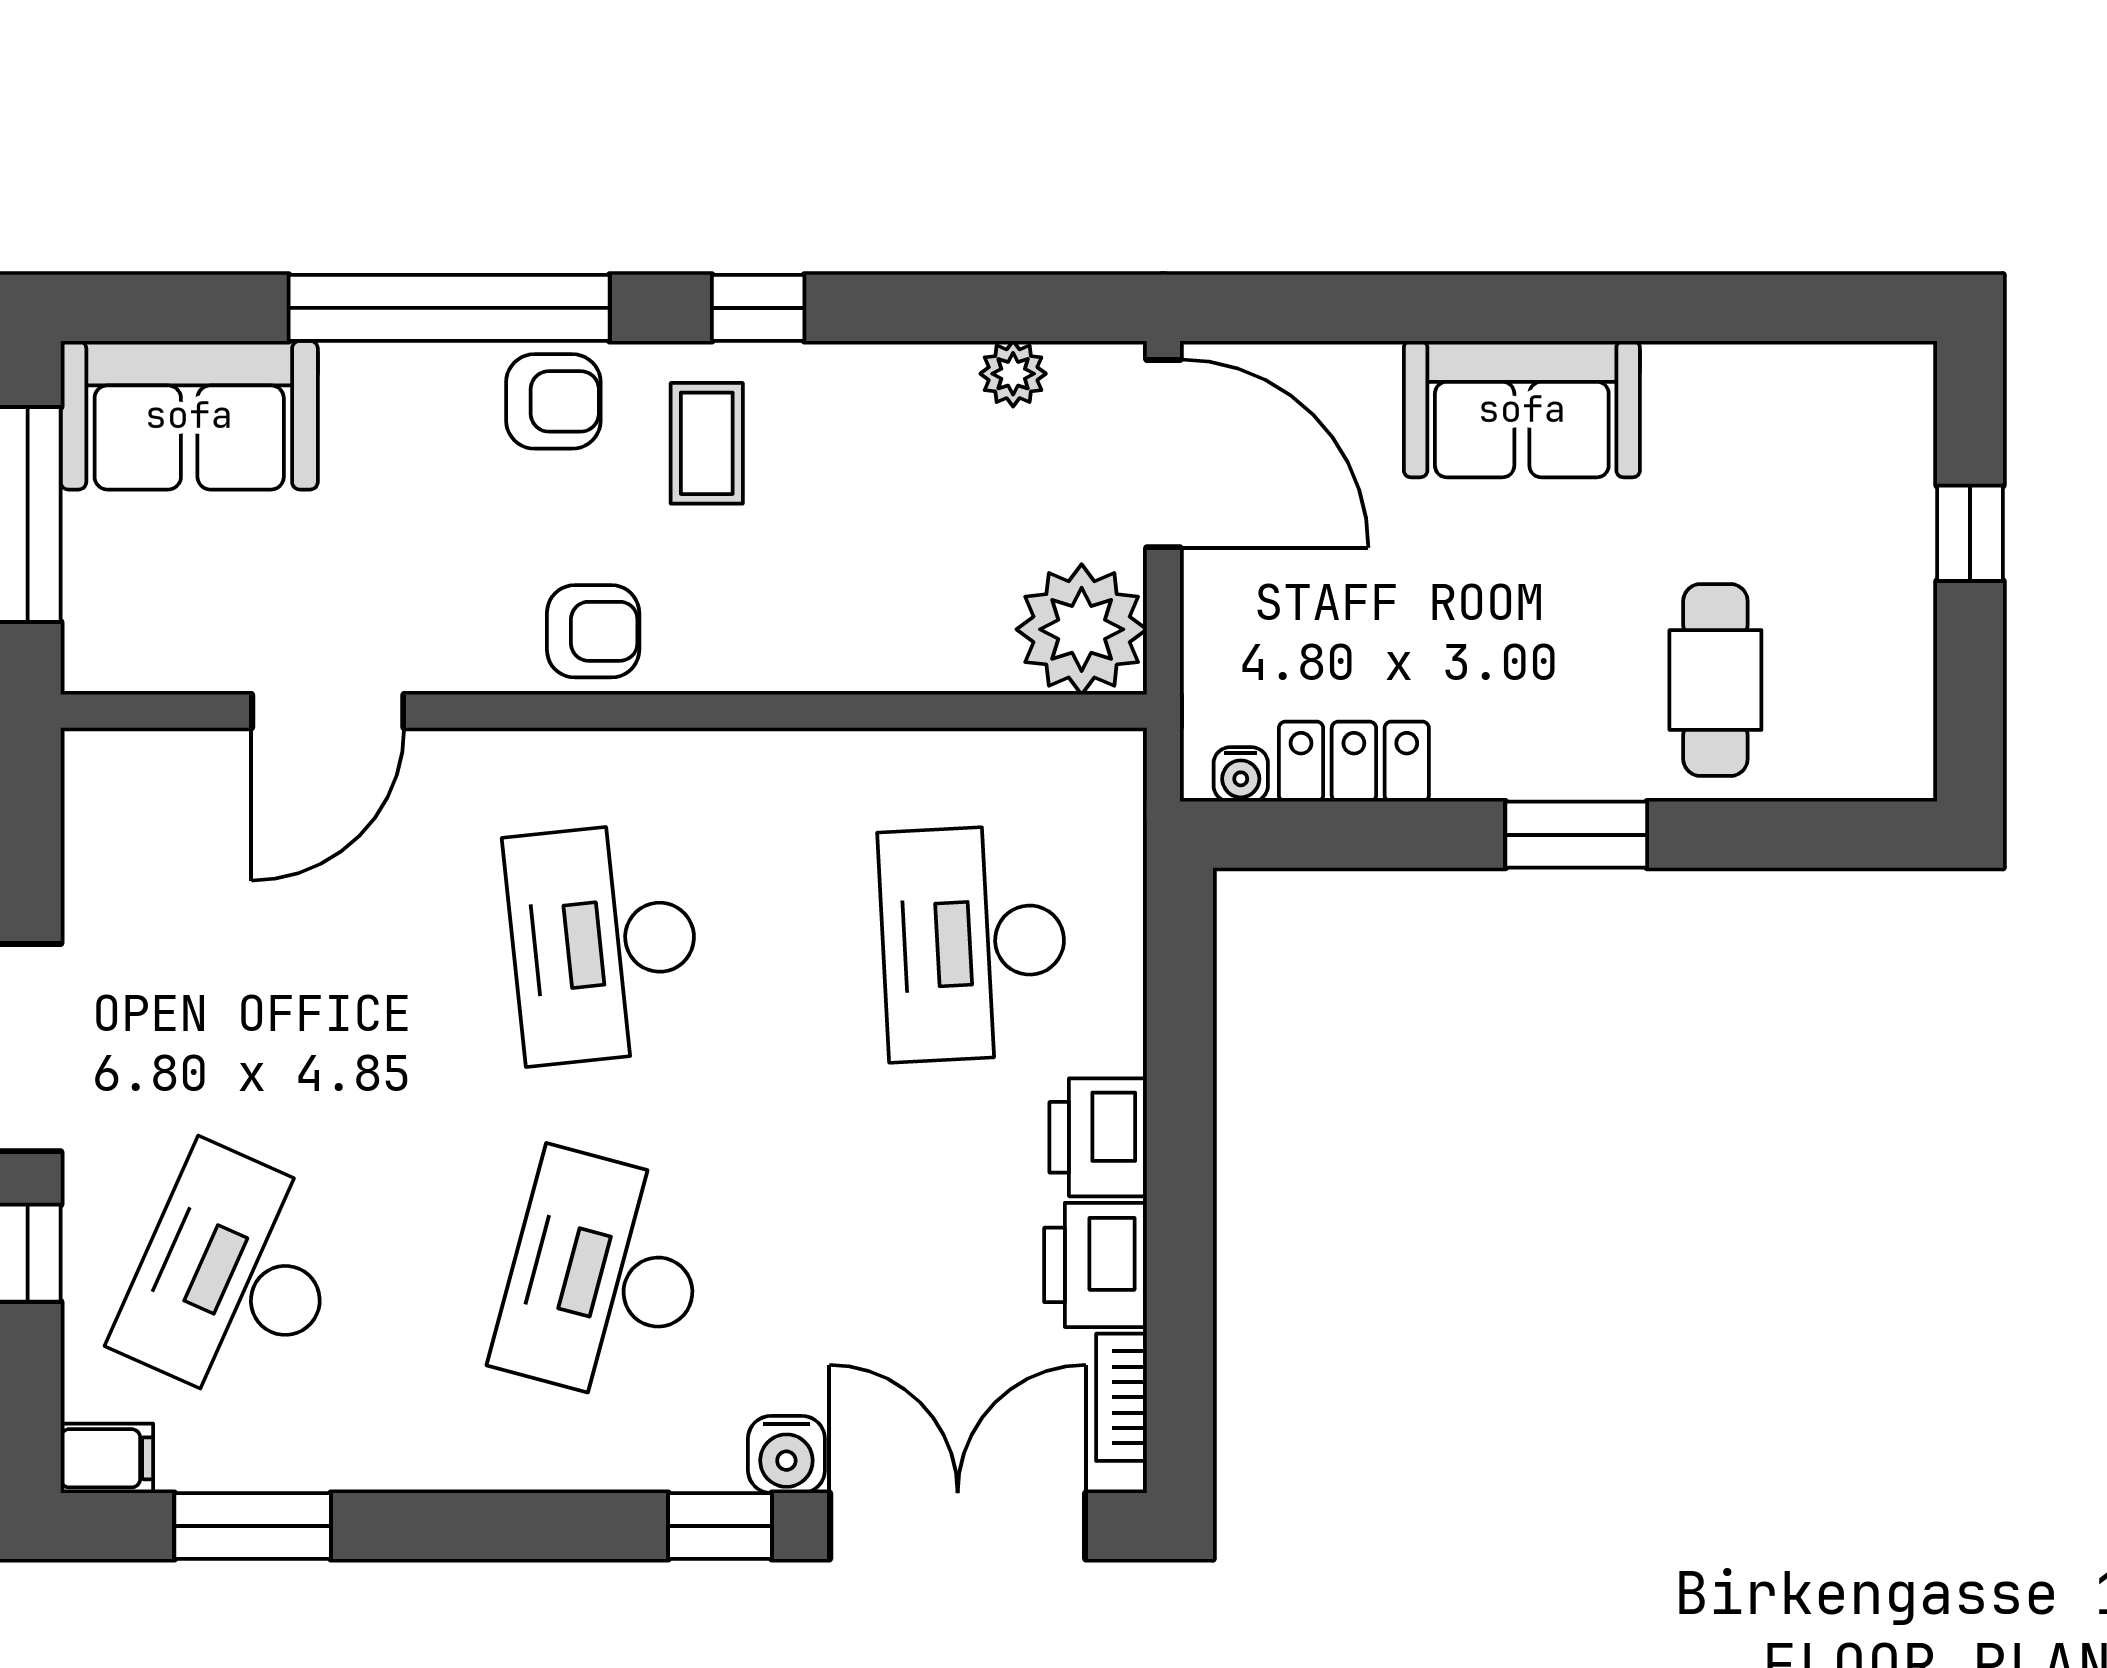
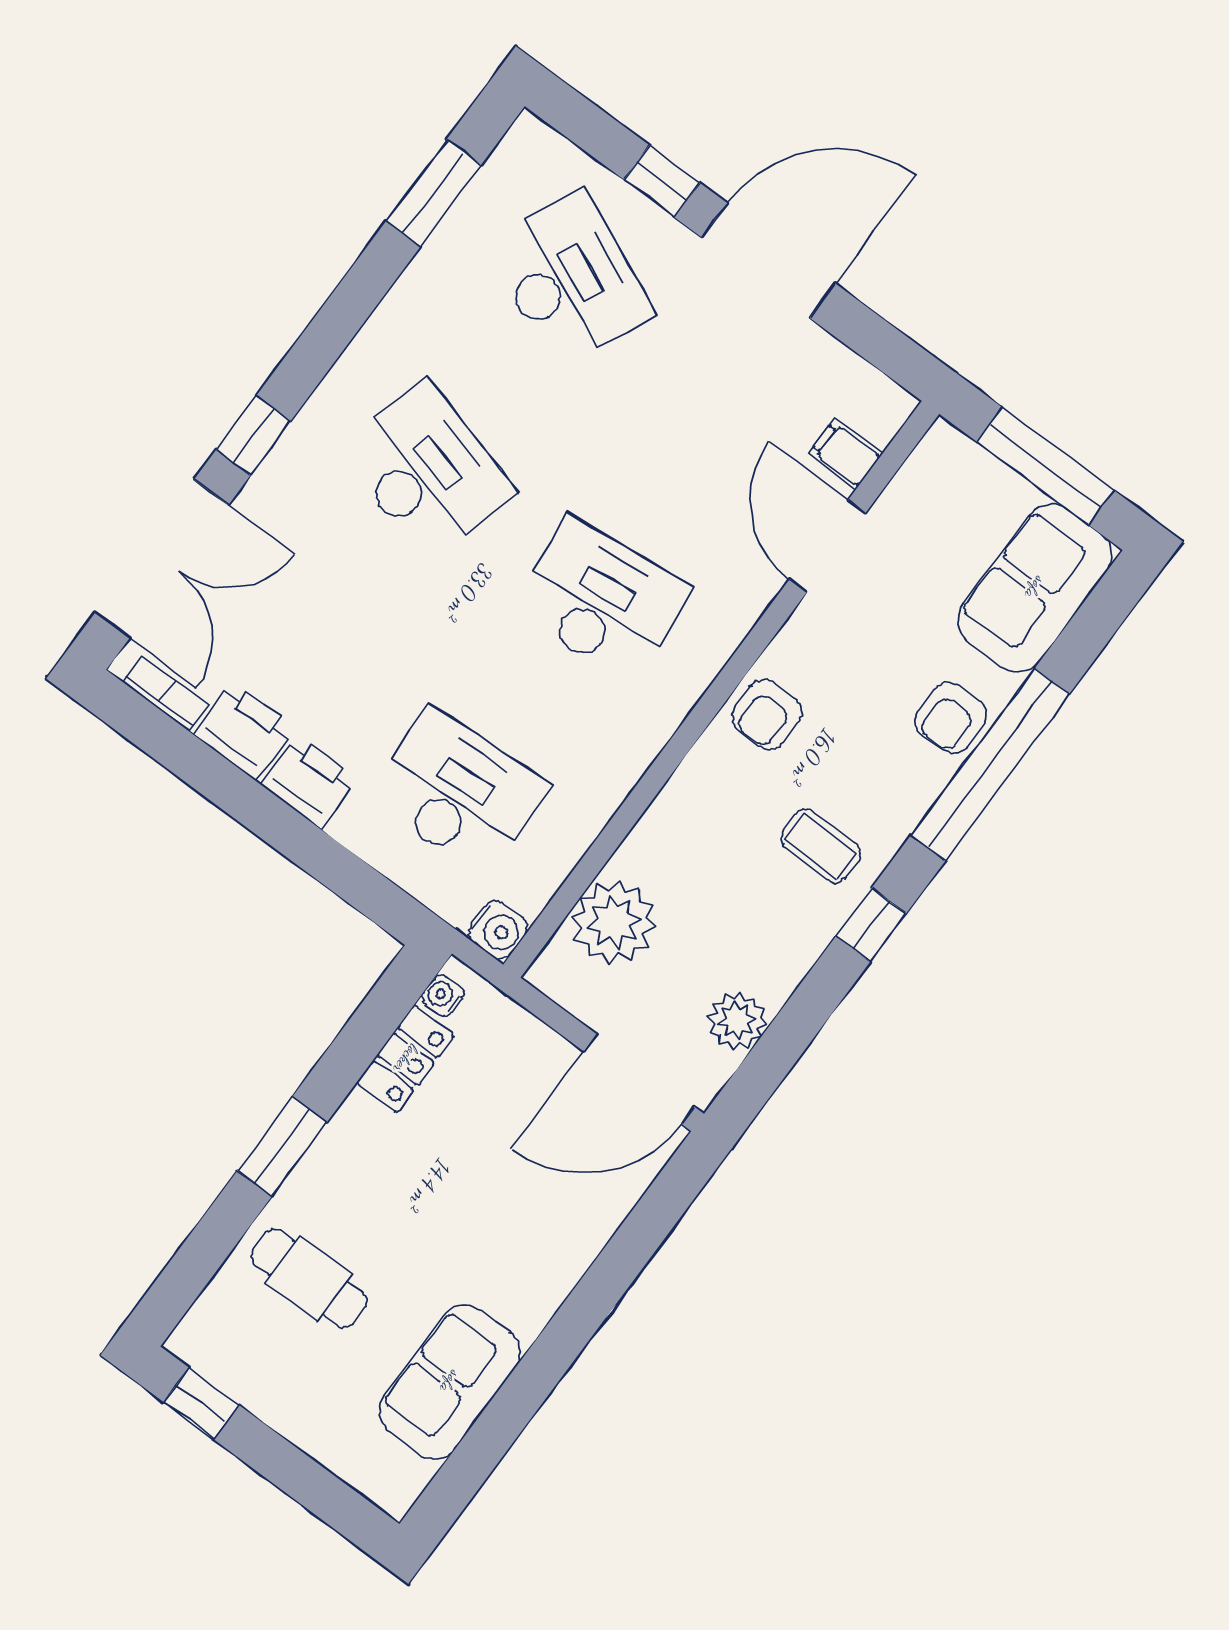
plant: (1013, 374) -> (737, 1021), width x1.38, depth x1.38
armchair: (553, 401) -> (951, 718), moved
sofa: (1522, 409) -> (450, 1382), moved
window: (1970, 533) -> (201, 1403), moved
plant: (1082, 629) -> (614, 922), moved
water cooler: (786, 1454) -> (498, 930), moved, turned 180
filing cabinet: (107, 1458) -> (845, 454), moved, turned 90

